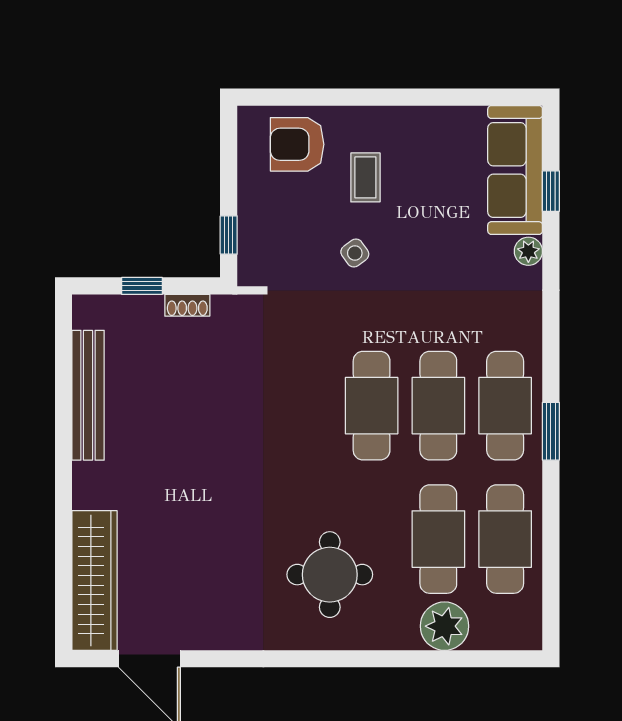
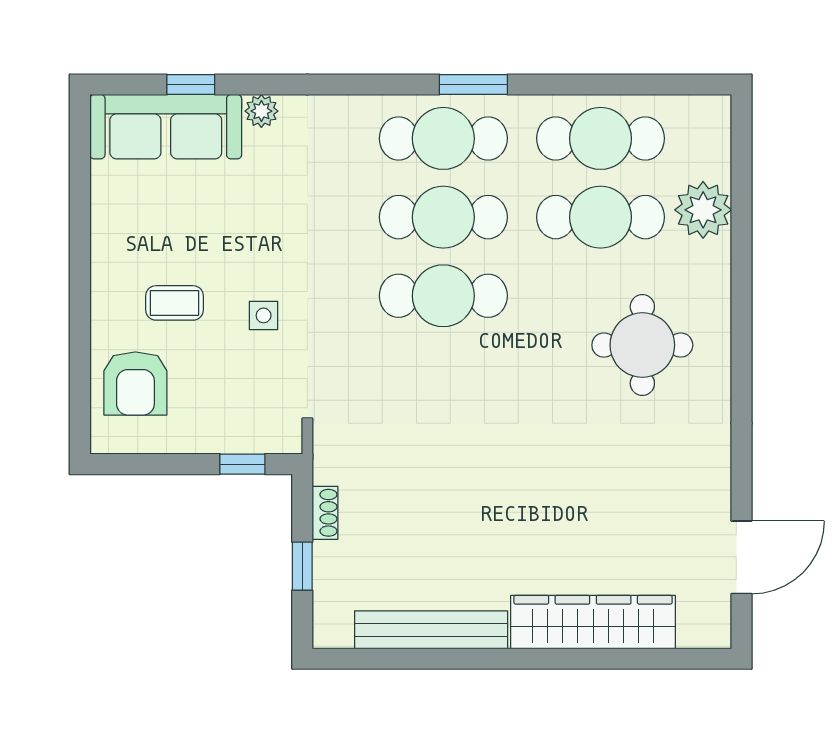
side table: (355, 253) -> (264, 315), turned 36
wardrobe: (94, 580) -> (593, 622), moved

